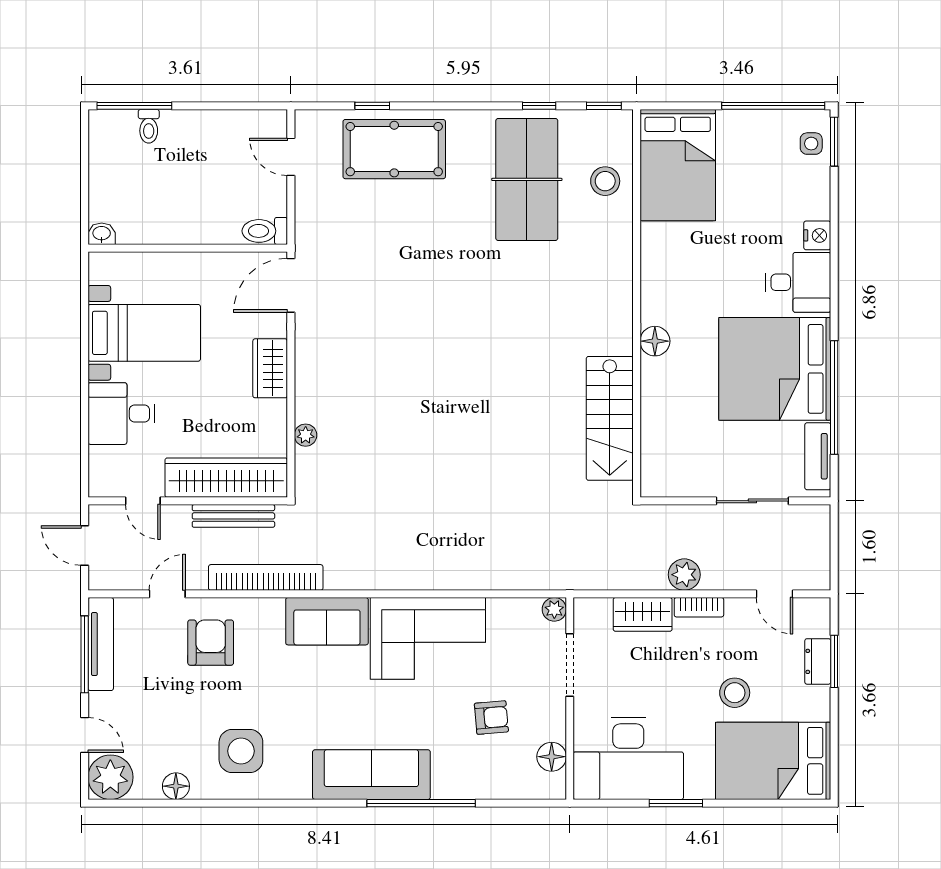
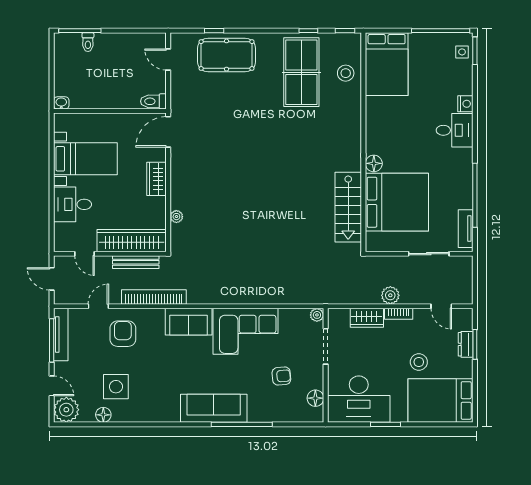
bed: (775, 369) -> (397, 202), moved, turned 180
side table: (241, 751) -> (116, 387), moved

